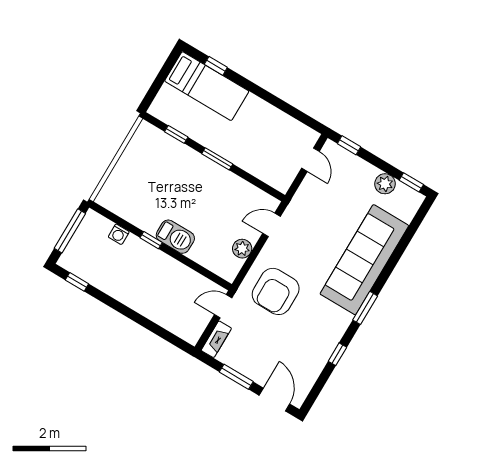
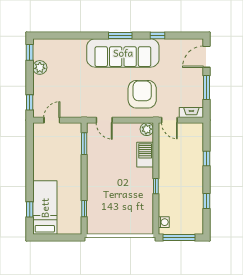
window: (217, 159) -> (84, 144), moved
washing machine: (119, 234) -> (164, 222), moved
barbecue: (175, 237) -> (145, 155), moved
plant: (242, 249) -> (147, 129), moved
sofa: (364, 260) -> (123, 53), moved
window: (77, 282) -> (207, 201), moved
armchair: (276, 291) -> (142, 94), turned -90
window: (148, 324) -> (207, 158), added

